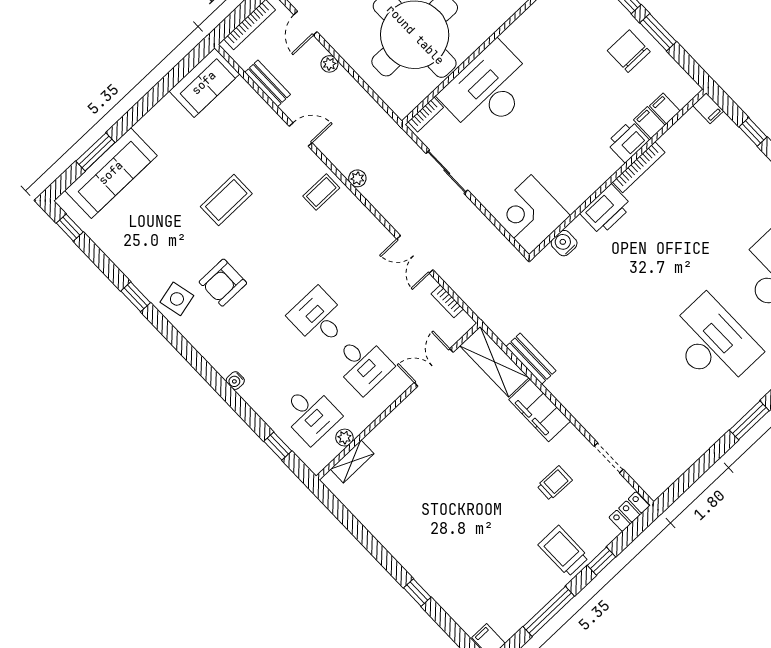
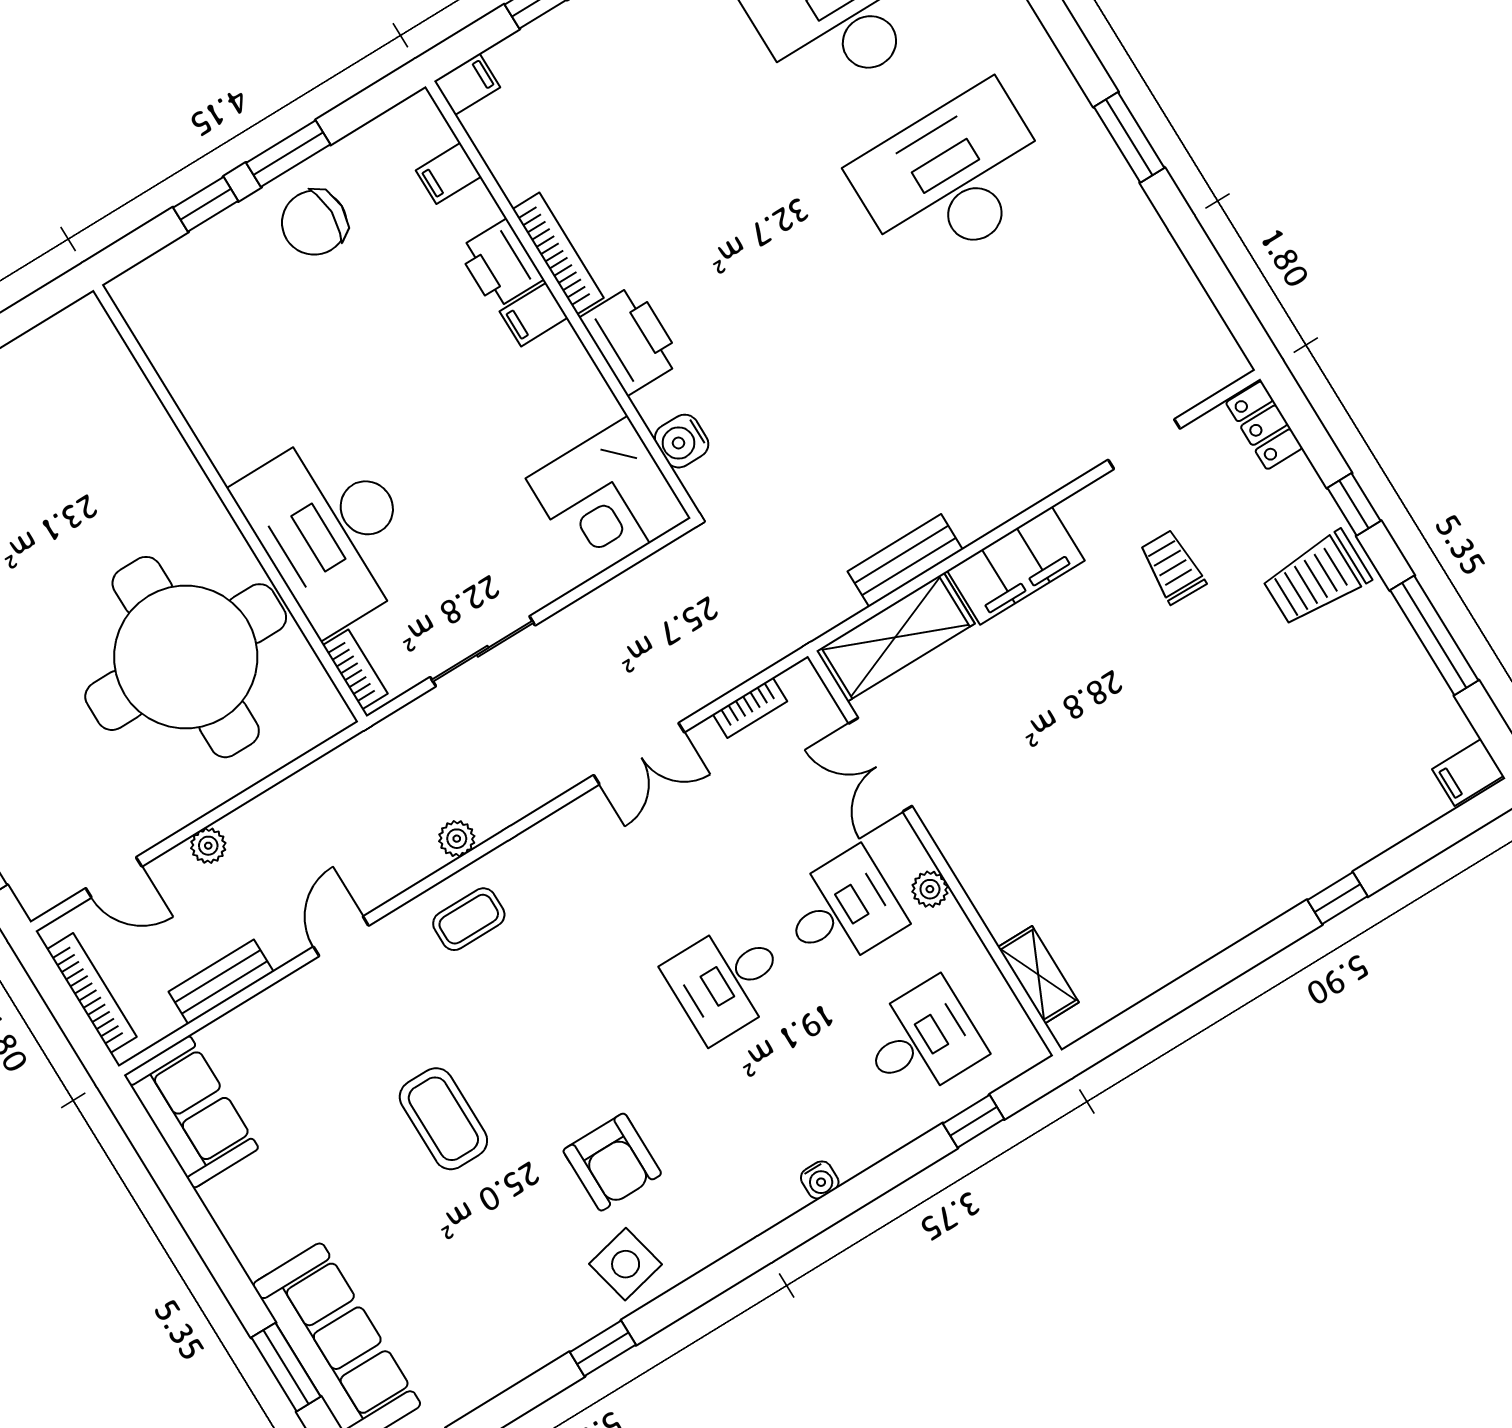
filing cabinet: (649, 123) -> (534, 315), moved
coffee table: (321, 192) -> (469, 919), turned 90
plant: (344, 438) -> (930, 889), moved

